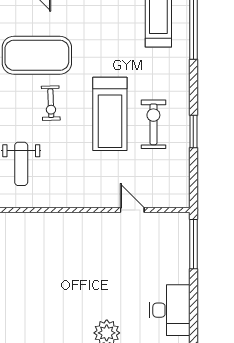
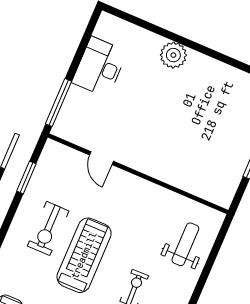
window: (193, 131) -> (26, 177), moved
desk: (170, 310) -> (100, 67), moved

